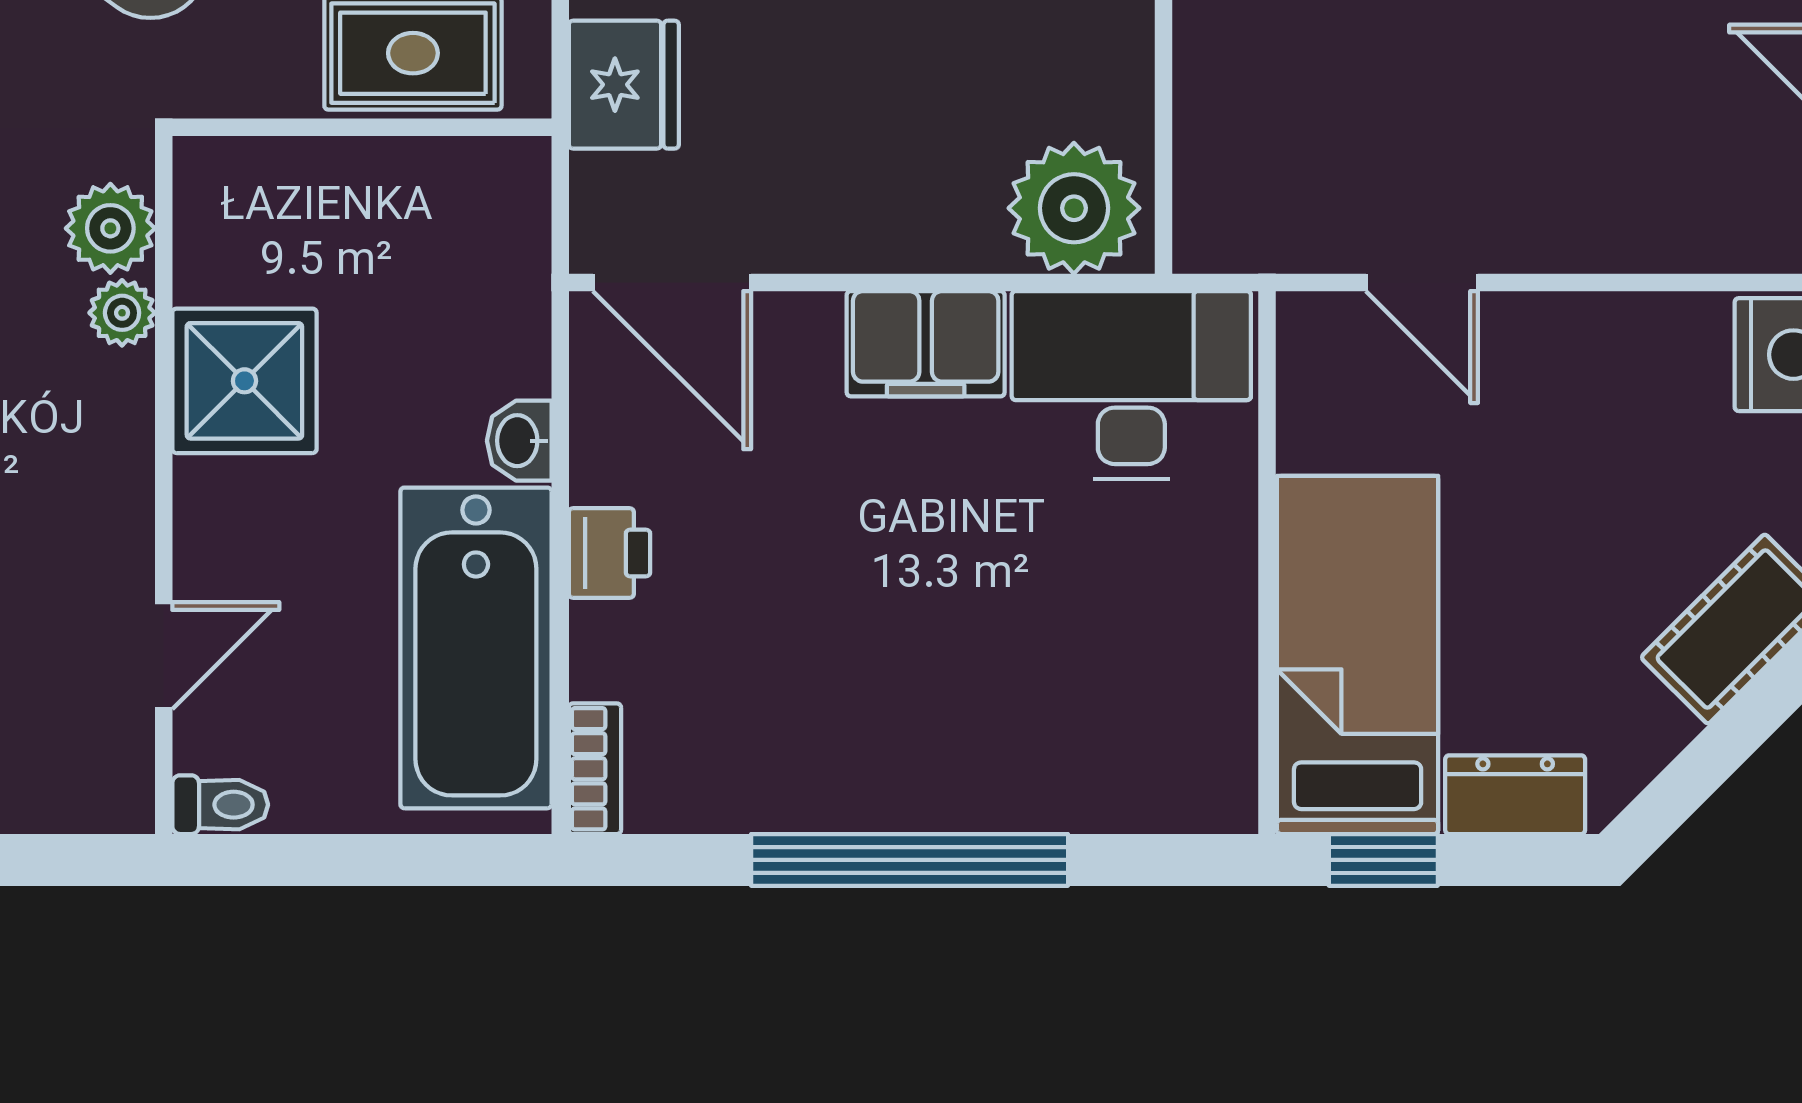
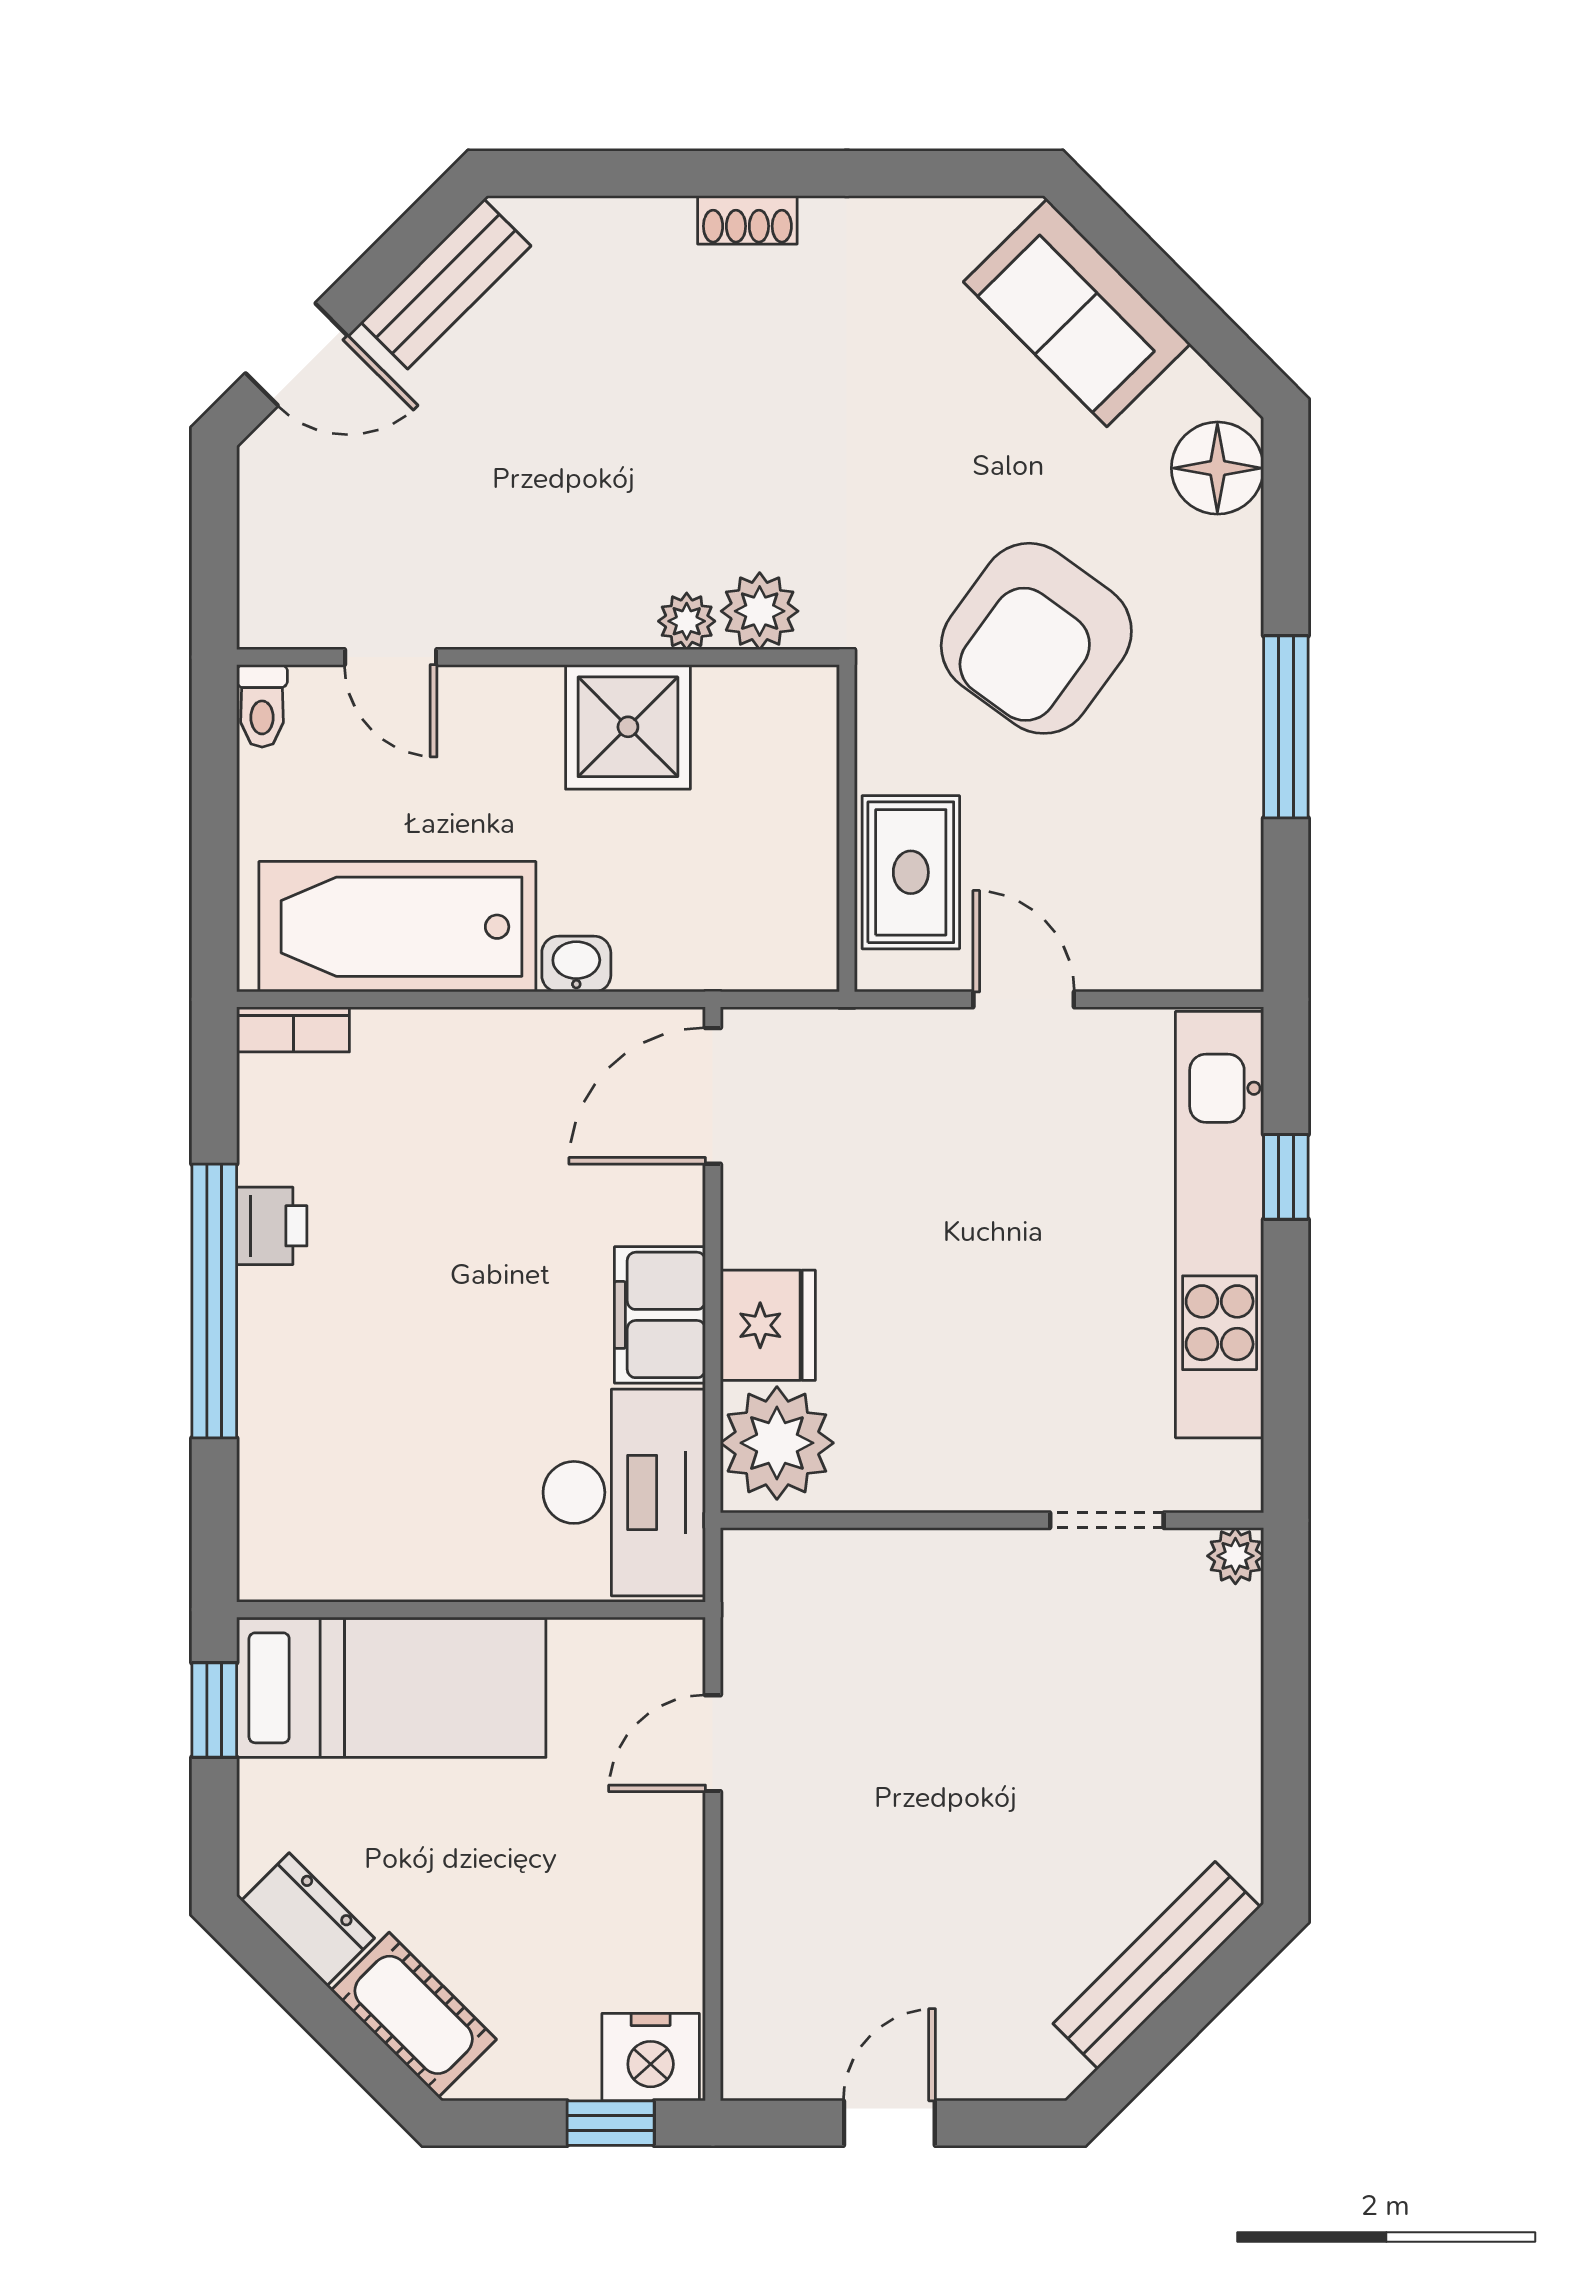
fridge: (624, 85) -> (768, 1325), moved, turned -90
printer: (609, 553) -> (272, 1226), moved, turned -90
dresser: (1515, 795) -> (308, 1919), moved, turned -45

